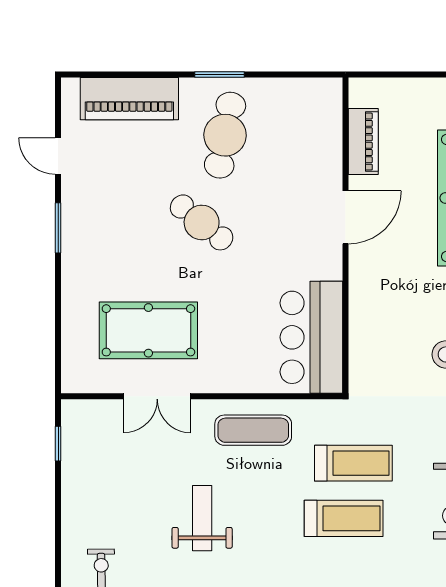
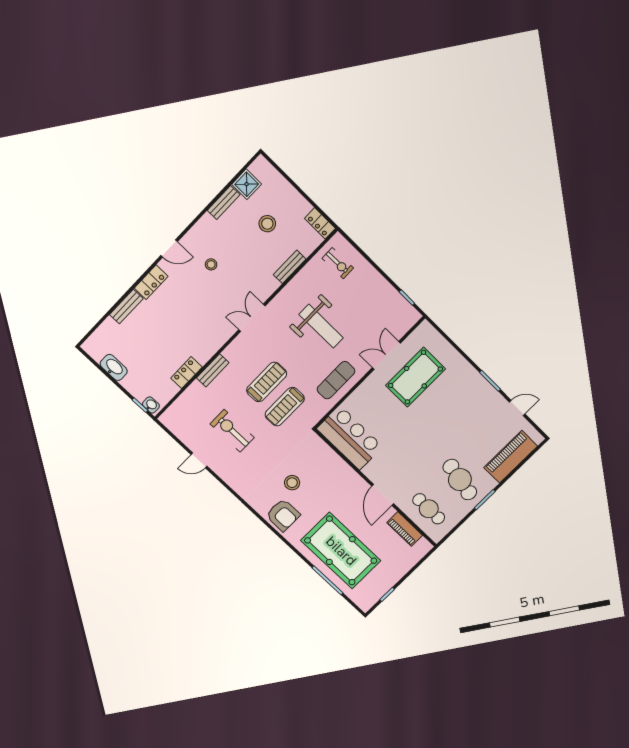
cafe table: (202, 222) -> (429, 509), moved, turned 51
weight bench: (202, 518) -> (321, 326), width x1.36, depth x1.33
treadmill: (344, 518) -> (267, 382), turned 180

